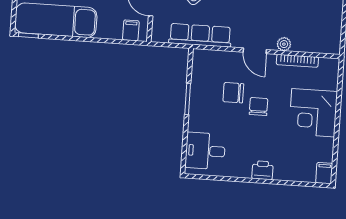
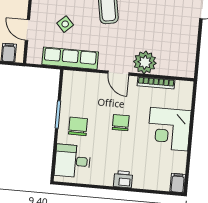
plant: (284, 44) -> (145, 62), width x1.88, depth x1.88
chair: (233, 93) -> (78, 126), moved, turned 90

